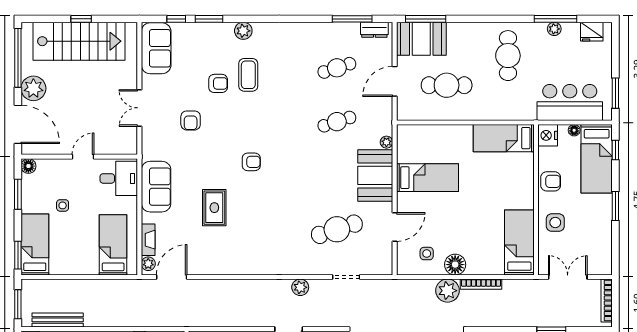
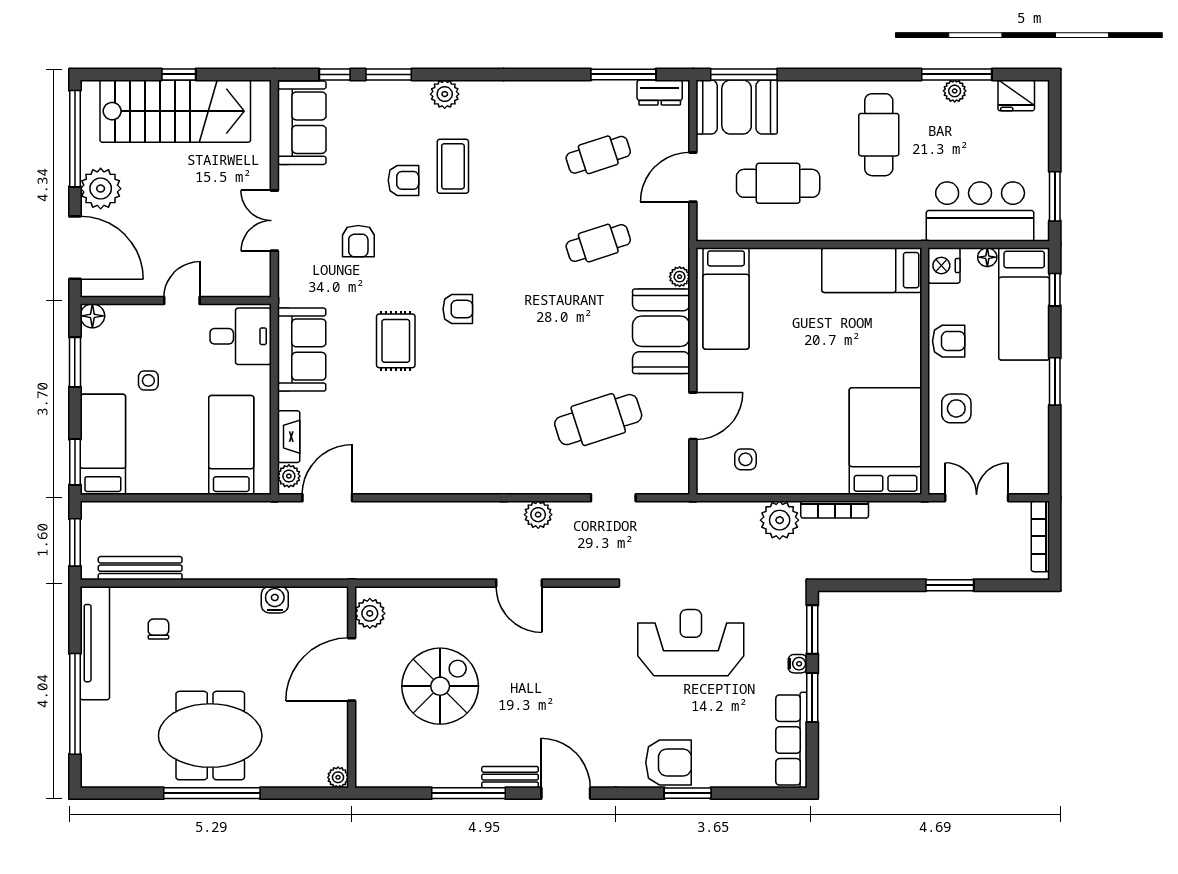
bed: (427, 178) -> (726, 298), moved, turned 90
rug: (214, 208) -> (396, 341), moved
bed: (519, 242) -> (885, 441), width x1.50
floor lamp: (455, 265) -> (792, 477), removed

